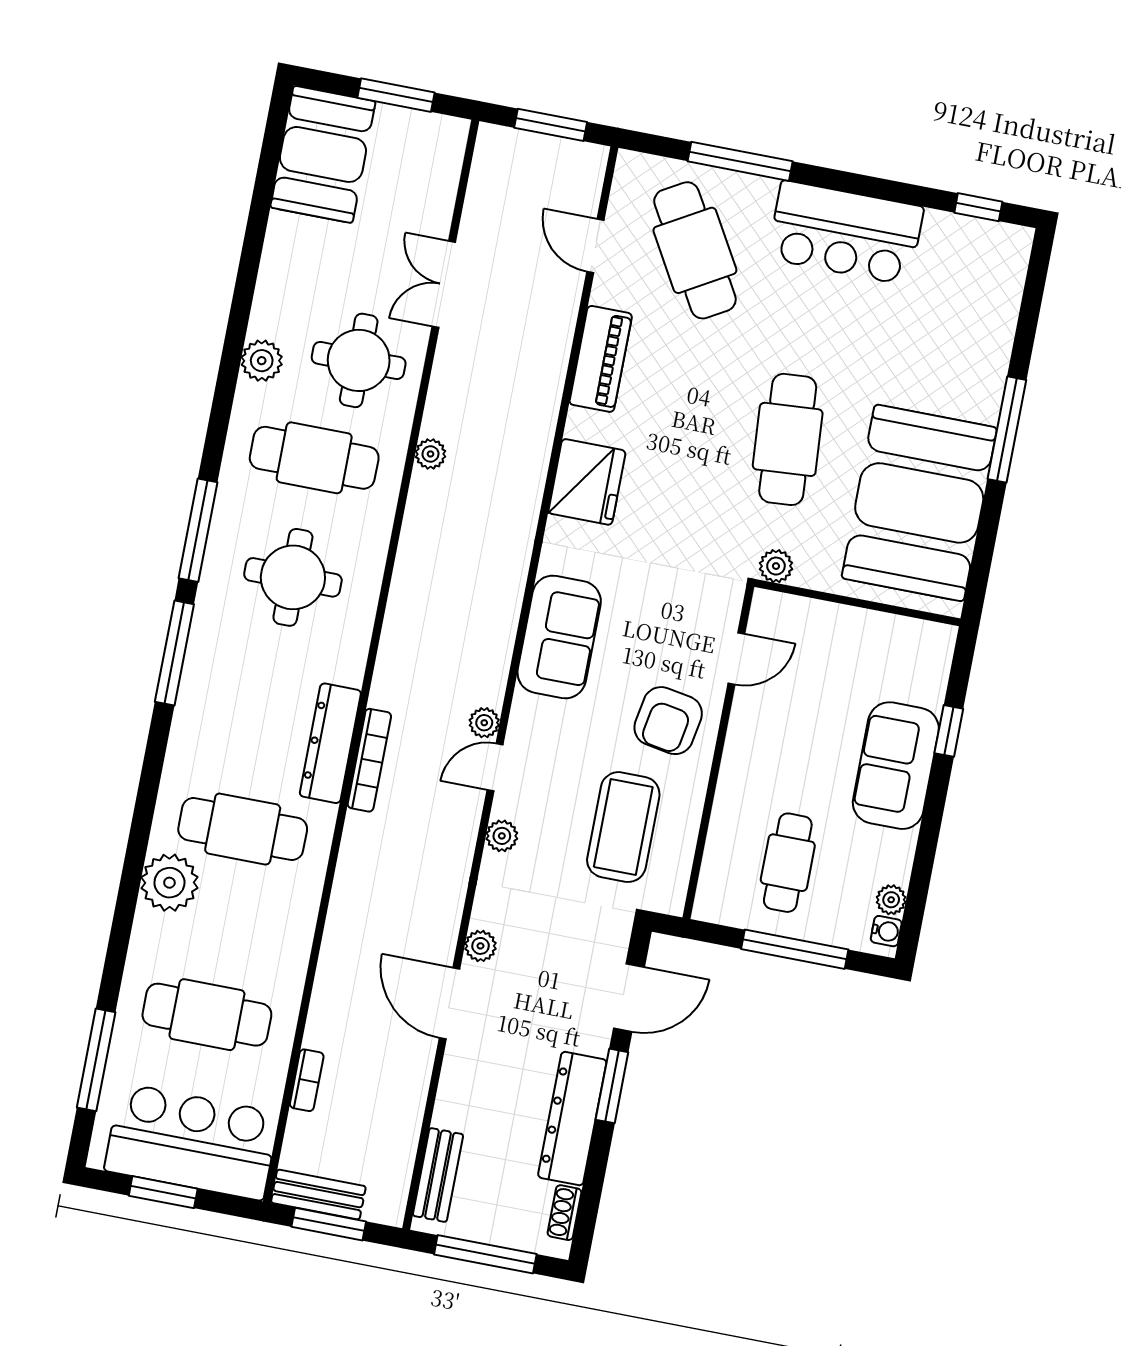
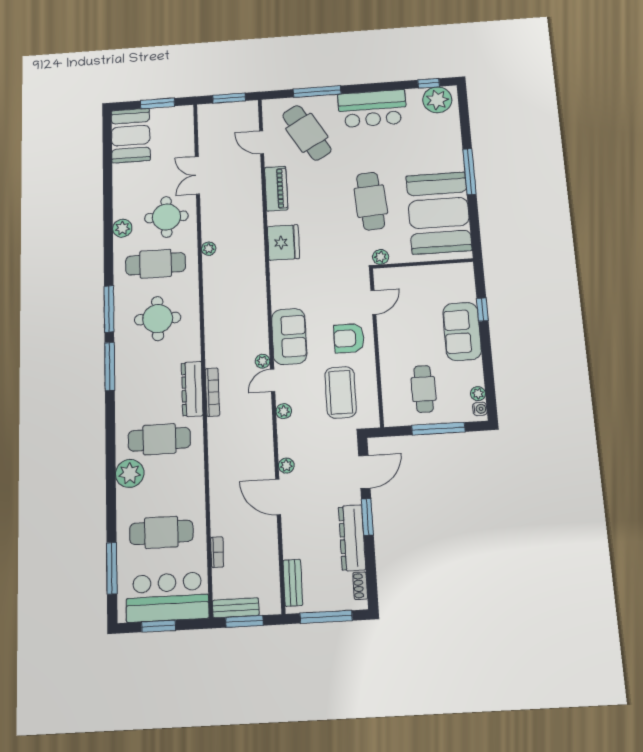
plant: (986, 250) -> (437, 100), added
sofa: (559, 637) -> (289, 336), moved
armchair: (668, 721) -> (349, 338), turned 80

